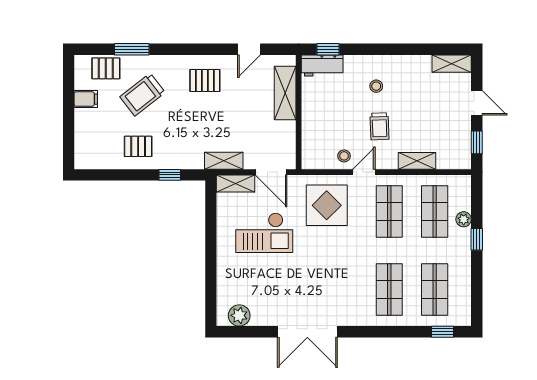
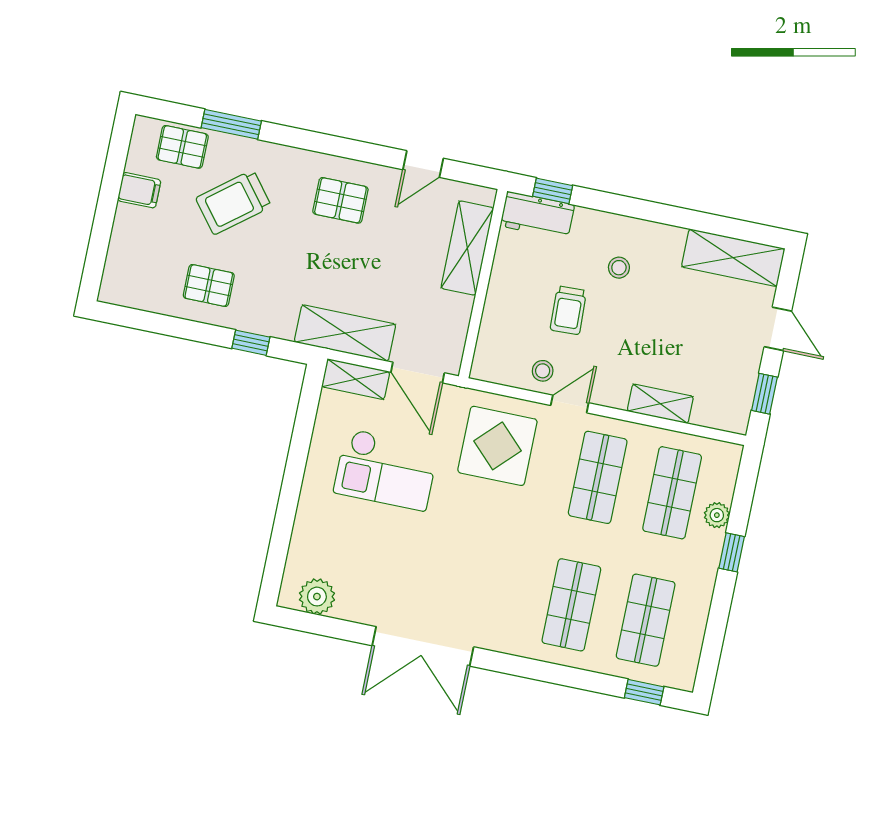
shelving: (452, 64) -> (733, 258), width x1.50, depth x1.33
trolley: (379, 126) -> (568, 310), moved
shelving: (224, 161) -> (345, 333), width x1.50, depth x1.33

